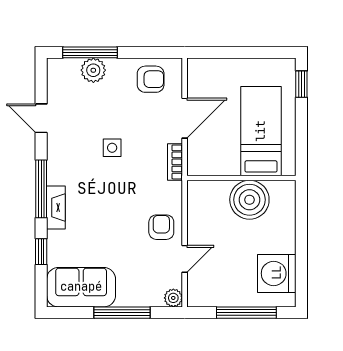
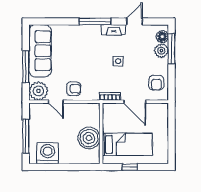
floor lamp: (68, 69) -> (162, 37), added
window: (301, 84) -> (130, 167), moved
fireplace: (56, 208) -> (114, 30), moved
window: (41, 252) -> (60, 21), removed
sofa: (81, 287) -> (40, 51), width x1.36
plant: (173, 298) -> (38, 91), width x1.88, depth x1.88

